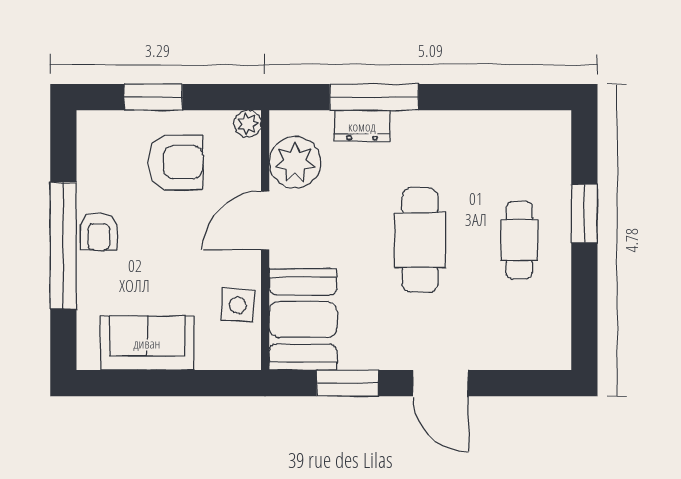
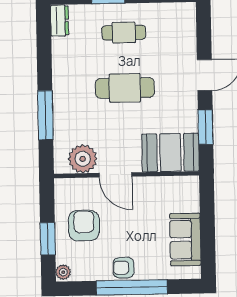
plant: (248, 124) -> (63, 272), moved
dresser: (362, 126) -> (60, 21), moved
armchair: (99, 232) -> (124, 268), turned 180
side table: (238, 305) -> (163, 189), removed

